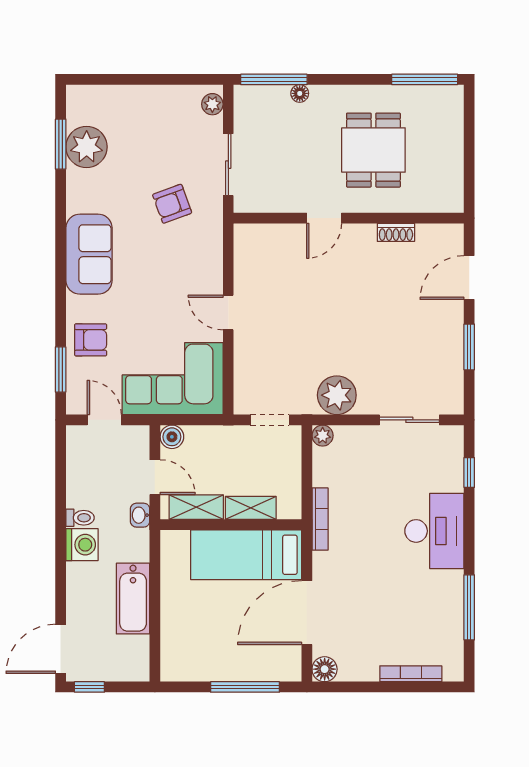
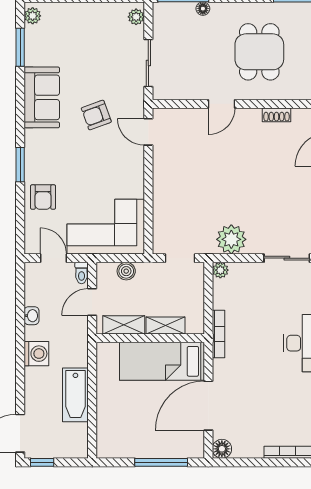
plant: (87, 147) -> (33, 16), moved, width x0.53, depth x0.53
armchair: (172, 204) -> (96, 115), moved
sofa: (89, 254) -> (42, 97), moved
door: (228, 312) -> (148, 132), moved
armchair: (91, 340) -> (43, 197), turned 90
window: (61, 370) -> (20, 165), moved
boiler: (172, 437) -> (126, 271), moved
door: (155, 477) -> (92, 302), swing flipped
washbasin: (140, 515) -> (31, 316), moved, turned 180
toilet: (80, 518) -> (82, 273), moved, turned 90

